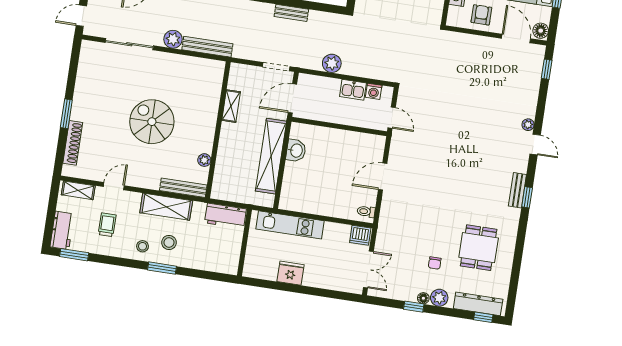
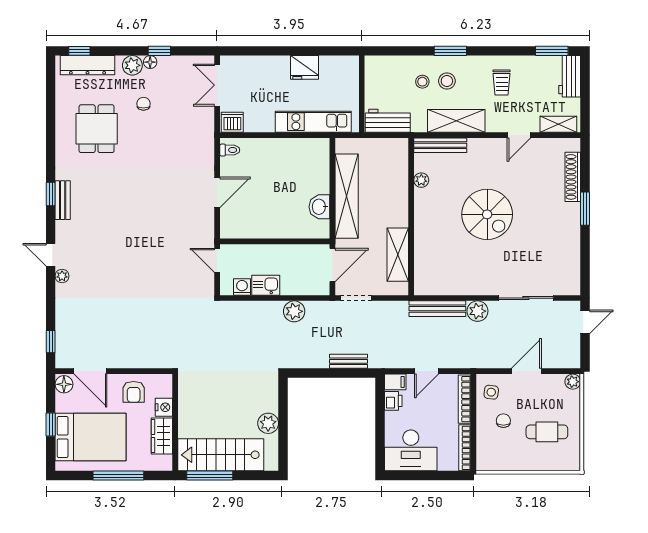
shelving: (231, 106) -> (398, 255), width x1.50, depth x1.33
trolley: (107, 225) -> (502, 82), moved
stool: (142, 246) -> (422, 82), moved

